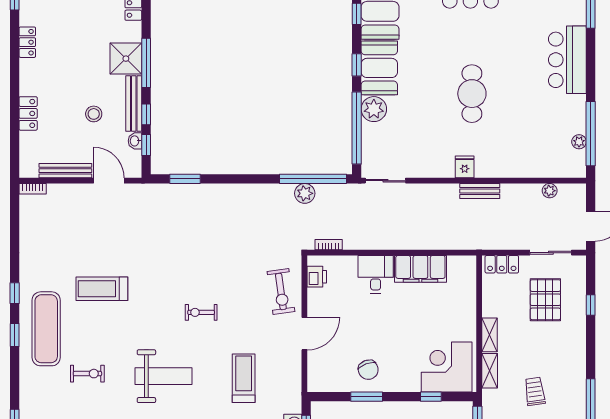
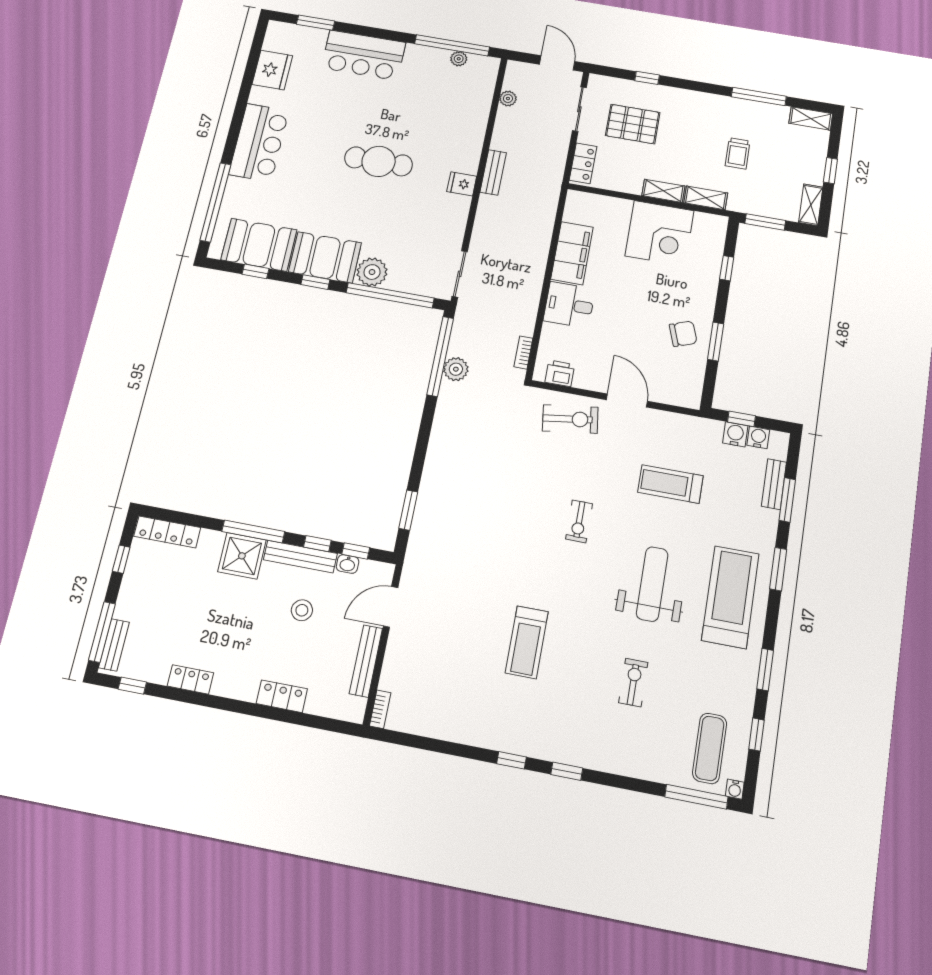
exercise mat: (46, 329) -> (566, 727), removed
corner desk: (447, 367) -> (660, 233), moved, turned -90
trolley: (535, 391) -> (738, 153), turned -82

